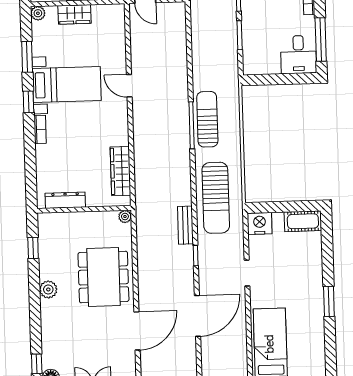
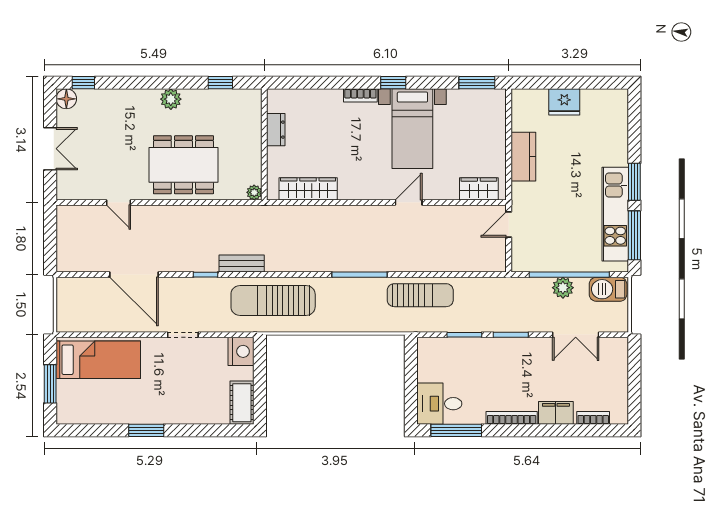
plant: (38, 13) -> (498, 97), removed
wardrobe: (75, 14) -> (479, 189), moved, turned 90
window: (27, 57) -> (477, 83), moved
sun lounger: (207, 119) -> (420, 295), moved
dresser: (65, 200) -> (276, 130), width x0.70
door: (137, 331) -> (118, 202), width x0.53

